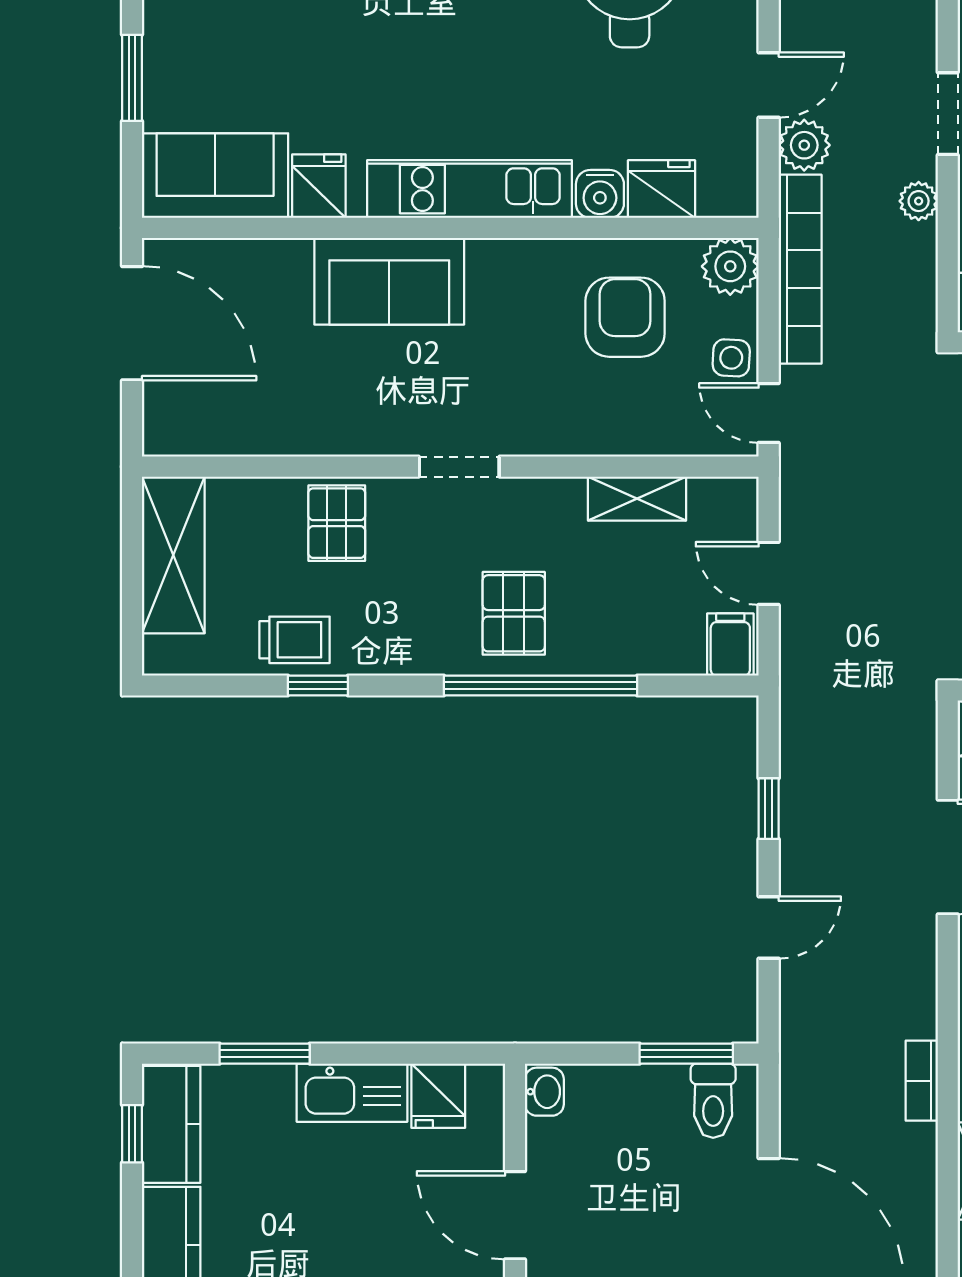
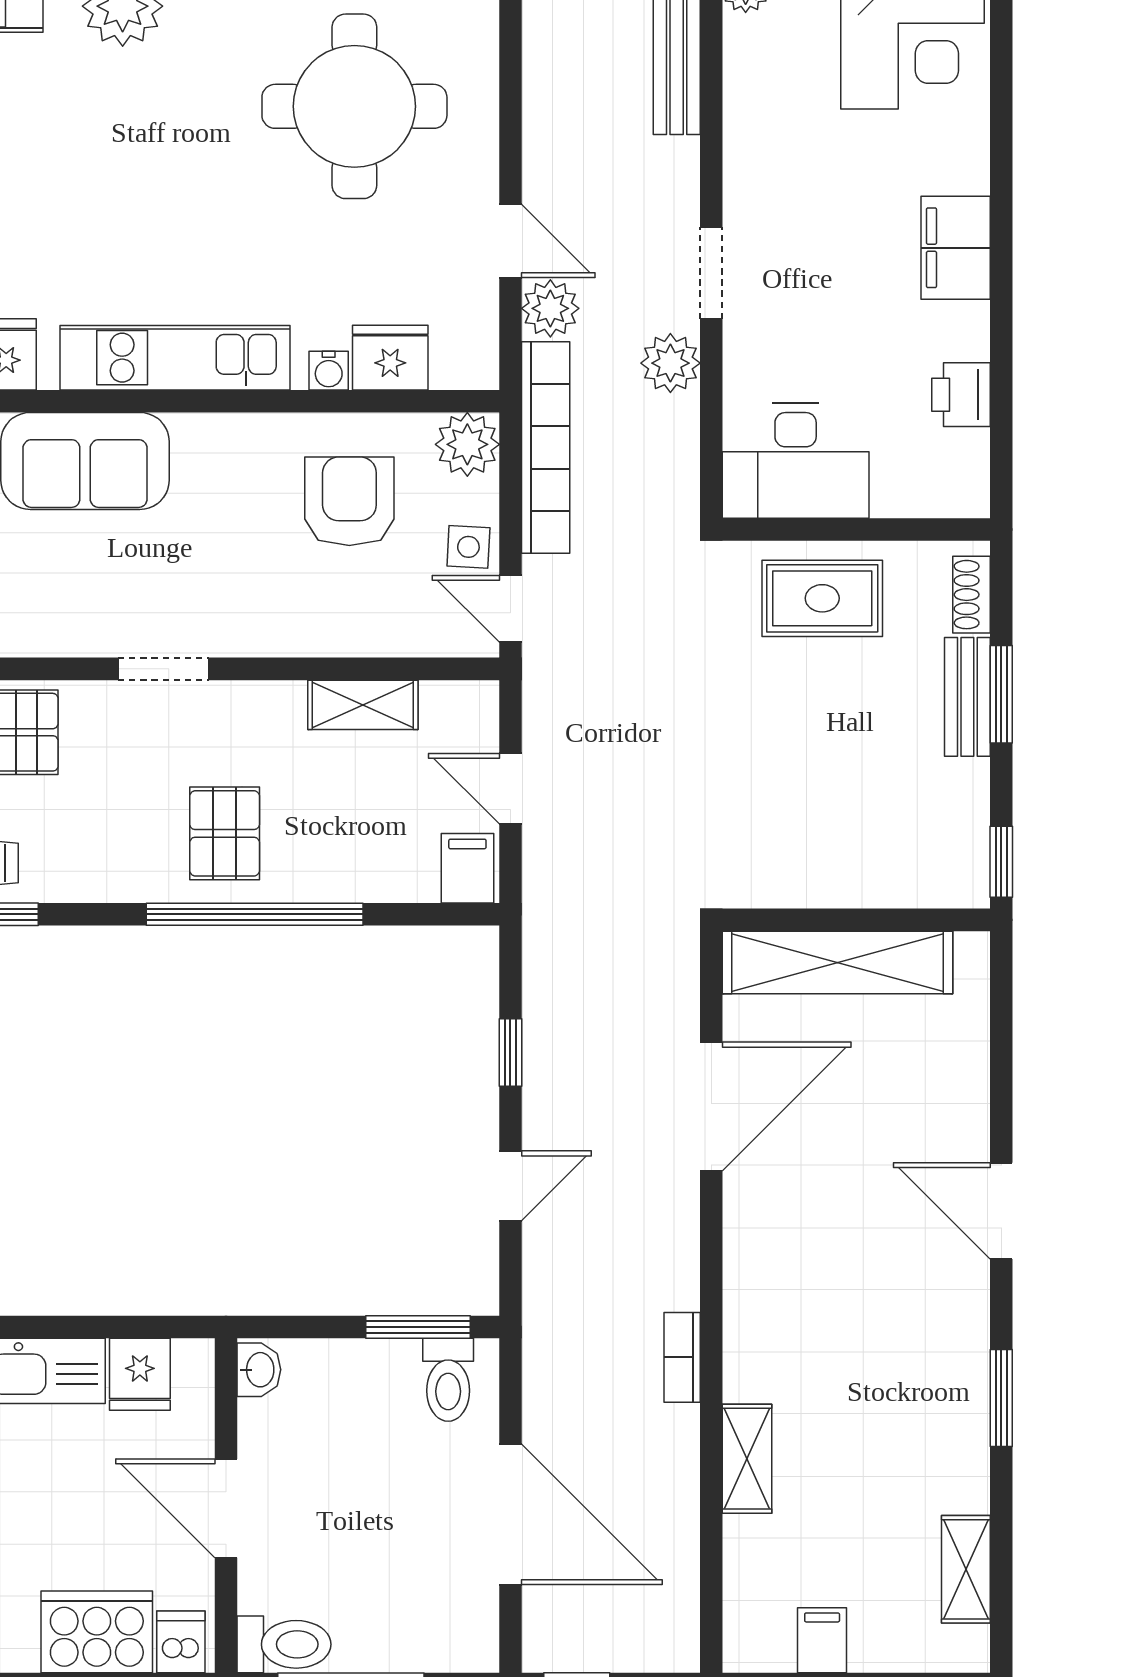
door: (769, 85) -> (510, 241), hinge flipped
water cooler: (600, 194) -> (329, 371), width x0.72, depth x0.72
plant: (919, 201) -> (670, 363), width x1.38, depth x1.38

